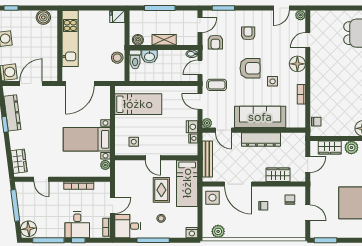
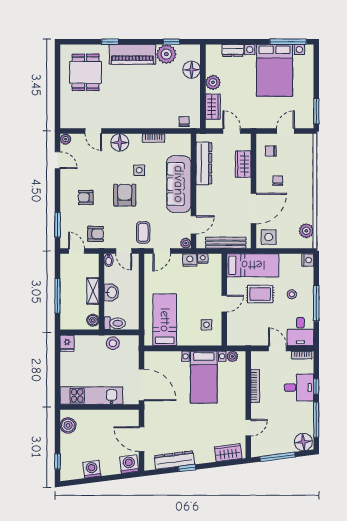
washbasin: (149, 56) -> (111, 292), moved
dresser: (261, 139) -> (204, 163), moved

